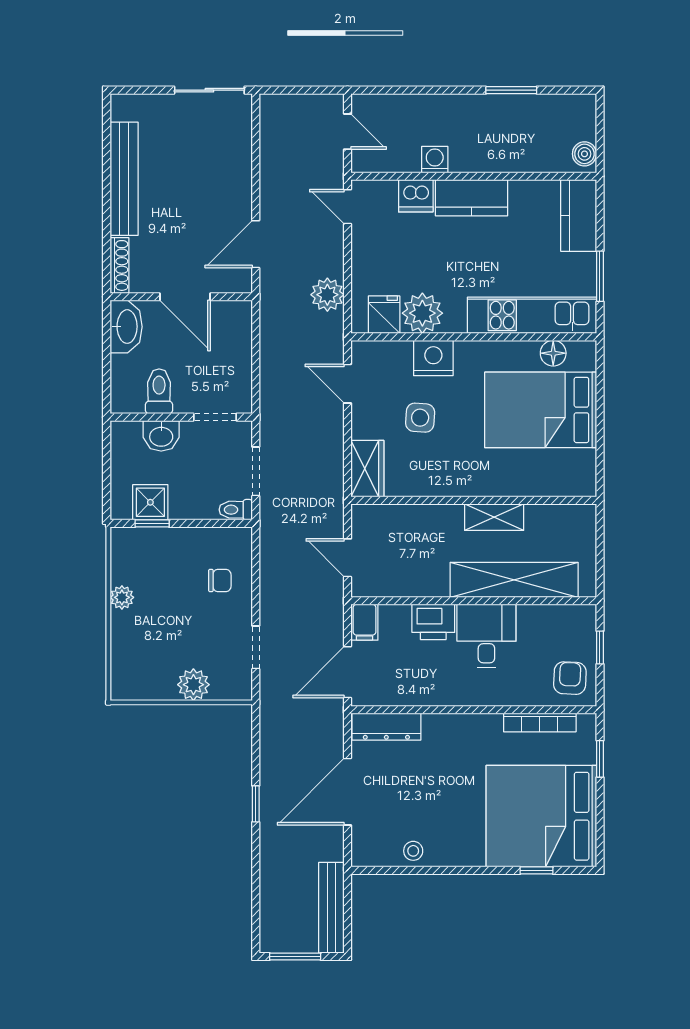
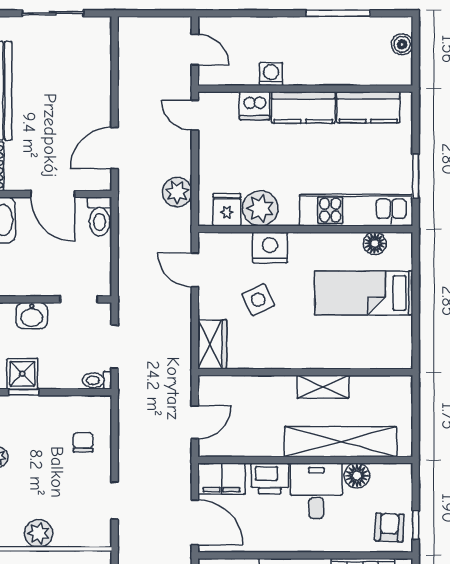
sliding door: (209, 90) -> (53, 13), moved
window: (511, 90) -> (338, 13), width x1.44
boiler: (584, 154) -> (402, 44), moved
kitchen counter: (579, 216) -> (368, 107), moved, turned -90
toilet: (159, 391) -> (100, 217), moved, turned 180
bed: (541, 410) -> (364, 293), width x0.67
side table: (420, 418) -> (258, 300), turned -30
door: (348, 558) -> (195, 422), swing flipped
chair: (220, 580) -> (83, 442), turned -90
floor lamp: (533, 619) -> (357, 476), added
filing cabinet: (364, 622) -> (221, 479), width x2.00
window: (600, 647) -> (416, 525), moved
door: (348, 672) -> (195, 522), swing flipped
plant: (193, 685) -> (39, 533), moved

